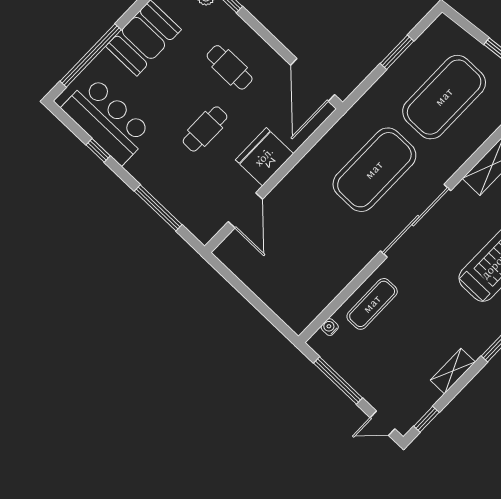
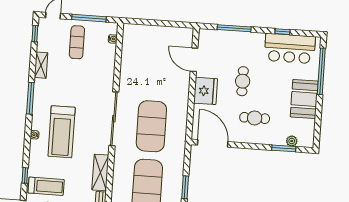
exercise mat: (372, 304) -> (77, 42), moved

